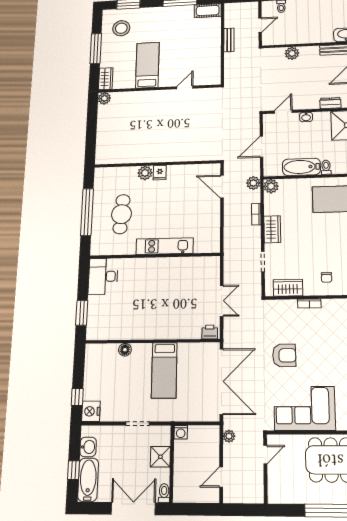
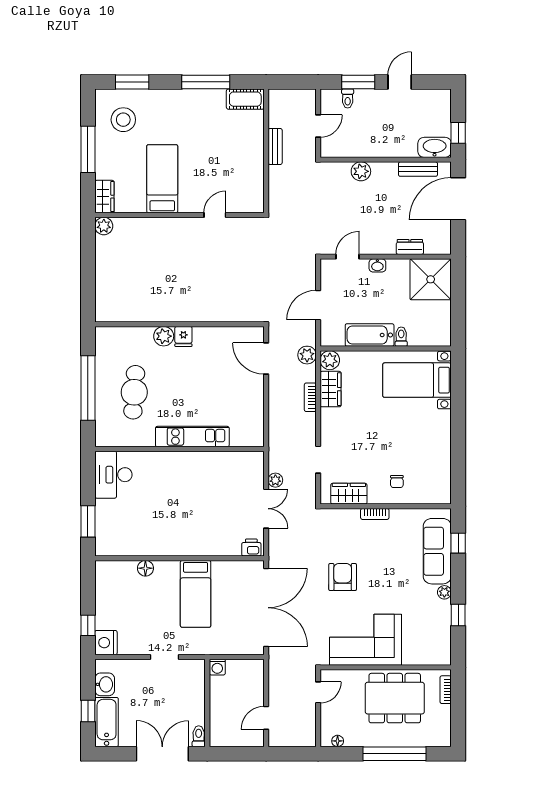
wardrobe: (272, 229) -> (331, 389), moved
armchair: (284, 355) -> (343, 577), turned -90
plant: (229, 436) -> (275, 480), moved
shower: (160, 457) -> (193, 695), removed
floor lamp: (283, 498) -> (338, 741), added

